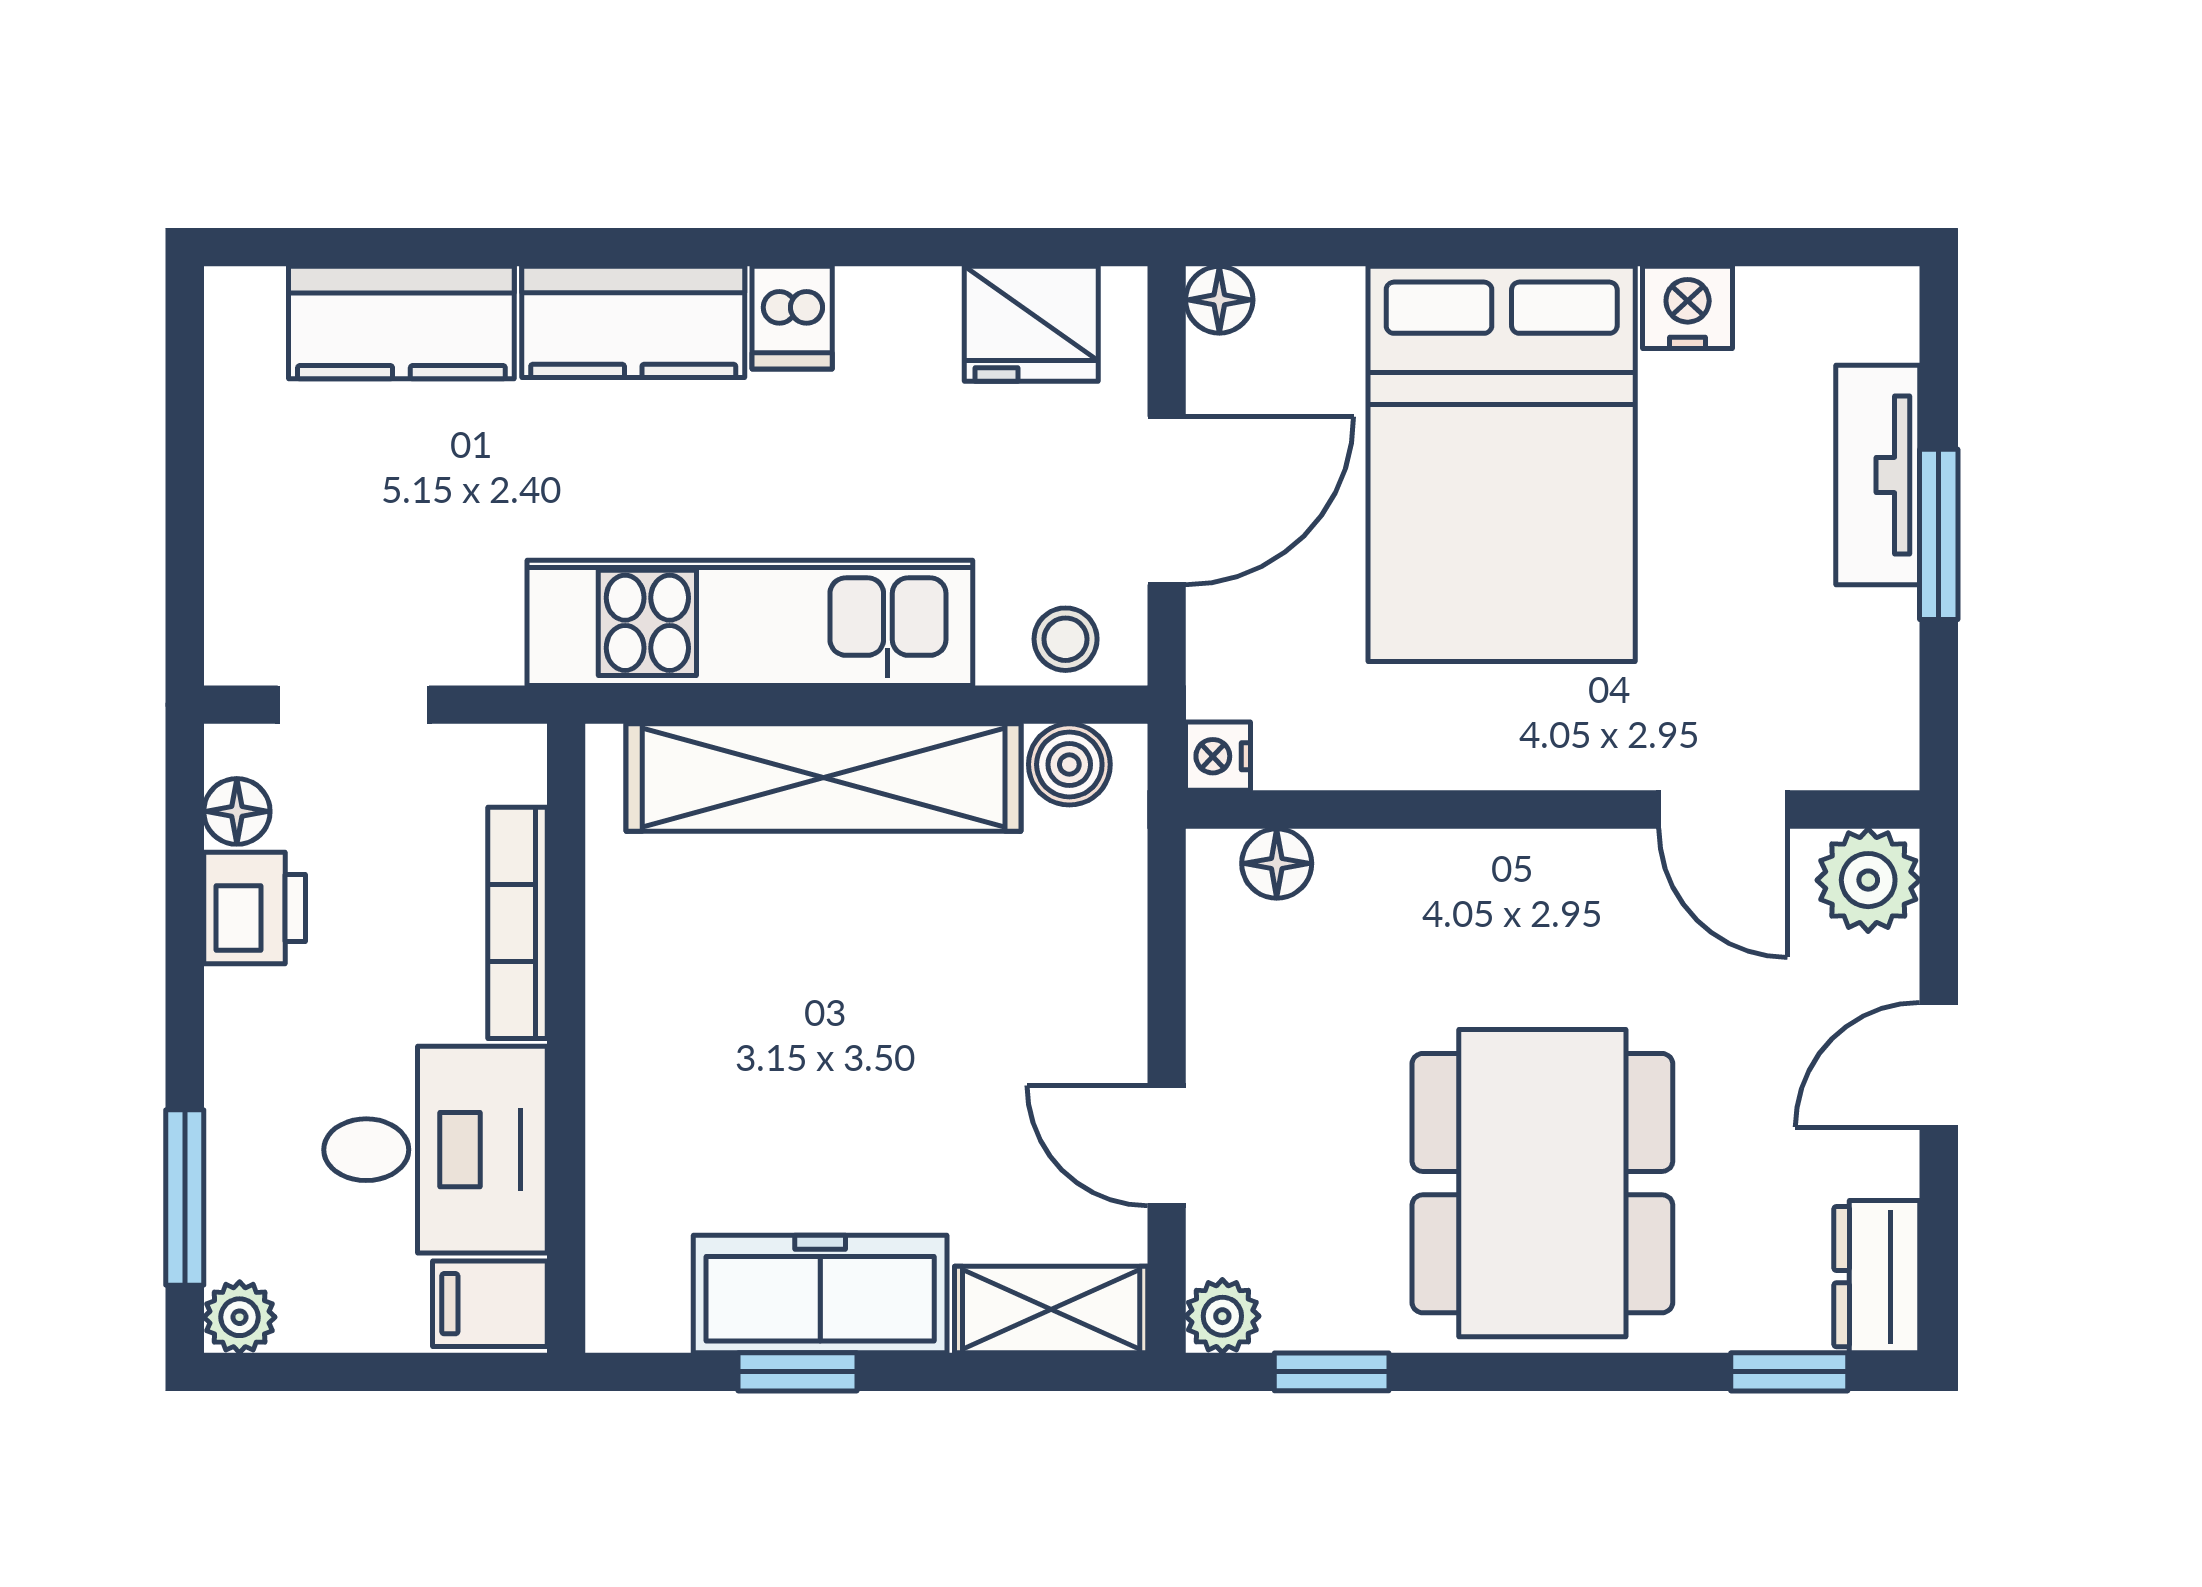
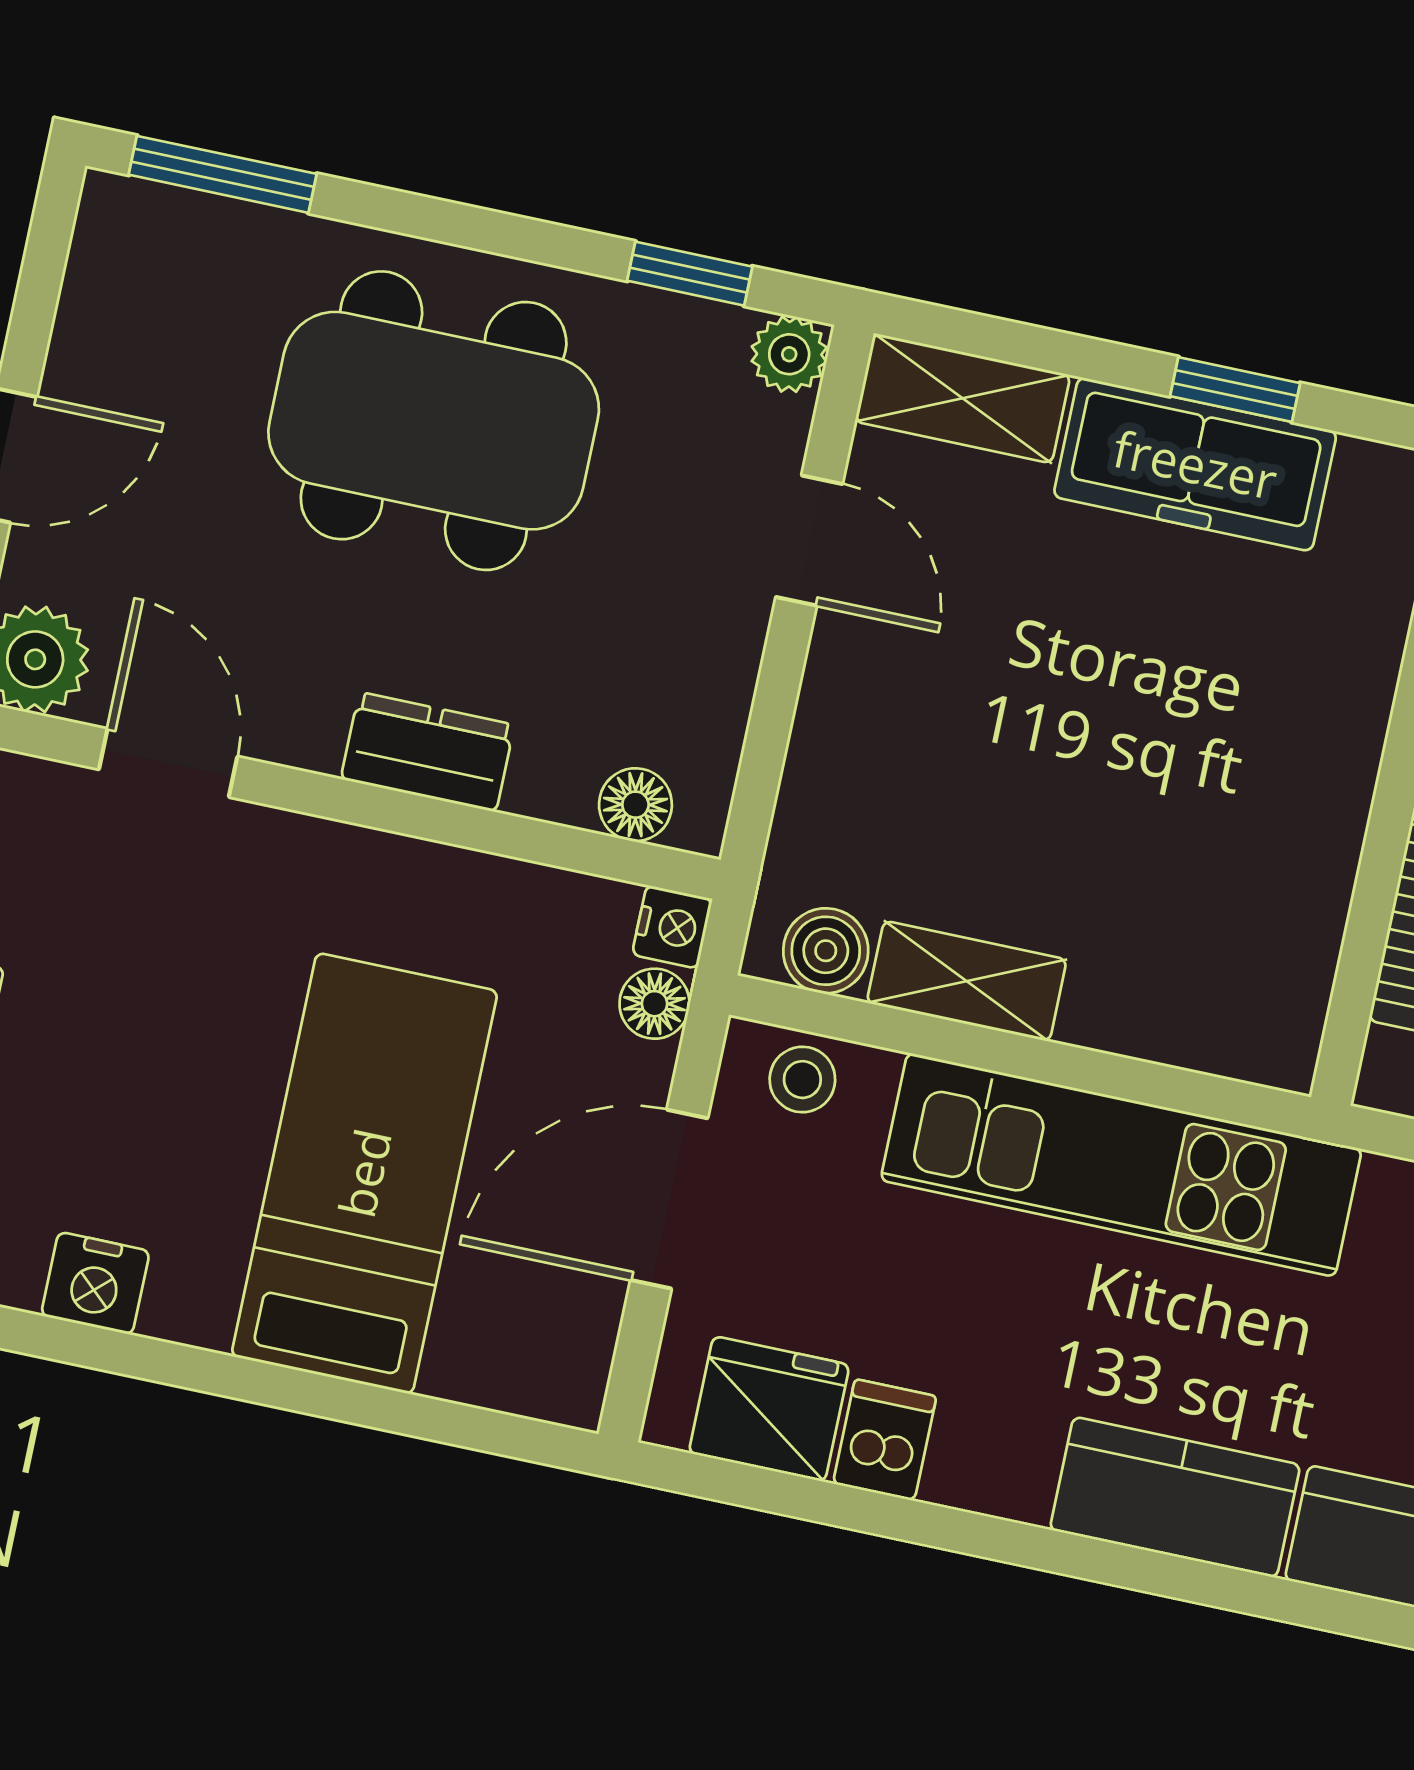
floor lamp: (1219, 300) -> (654, 1004), moved
dishwasher: (792, 318) -> (885, 1440), moved
bed: (1502, 464) -> (364, 1173), width x0.67
shelving: (824, 778) -> (967, 981), width x0.45, depth x0.75
dining table: (1542, 1183) -> (434, 421), turned 90
dresser: (1877, 1277) -> (428, 752), moved, turned -90
window: (1789, 1372) -> (223, 174), width x1.50

